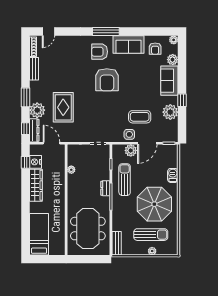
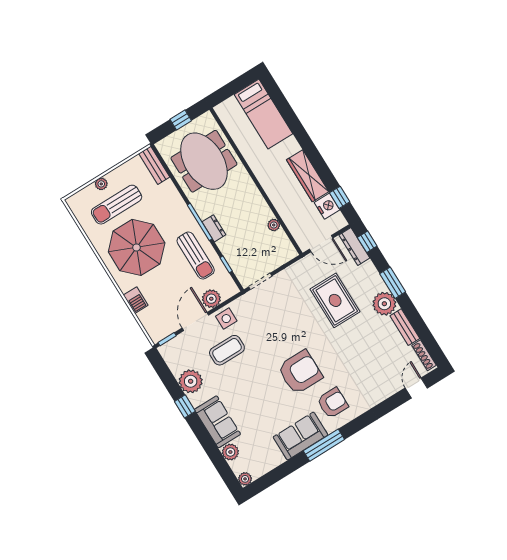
window: (106, 31) -> (324, 445), moved
armchair: (155, 49) -> (262, 452), removed
armchair: (107, 80) -> (300, 372), turned 90
plant: (37, 110) -> (384, 304), moved
window: (87, 259) -> (181, 120), added

